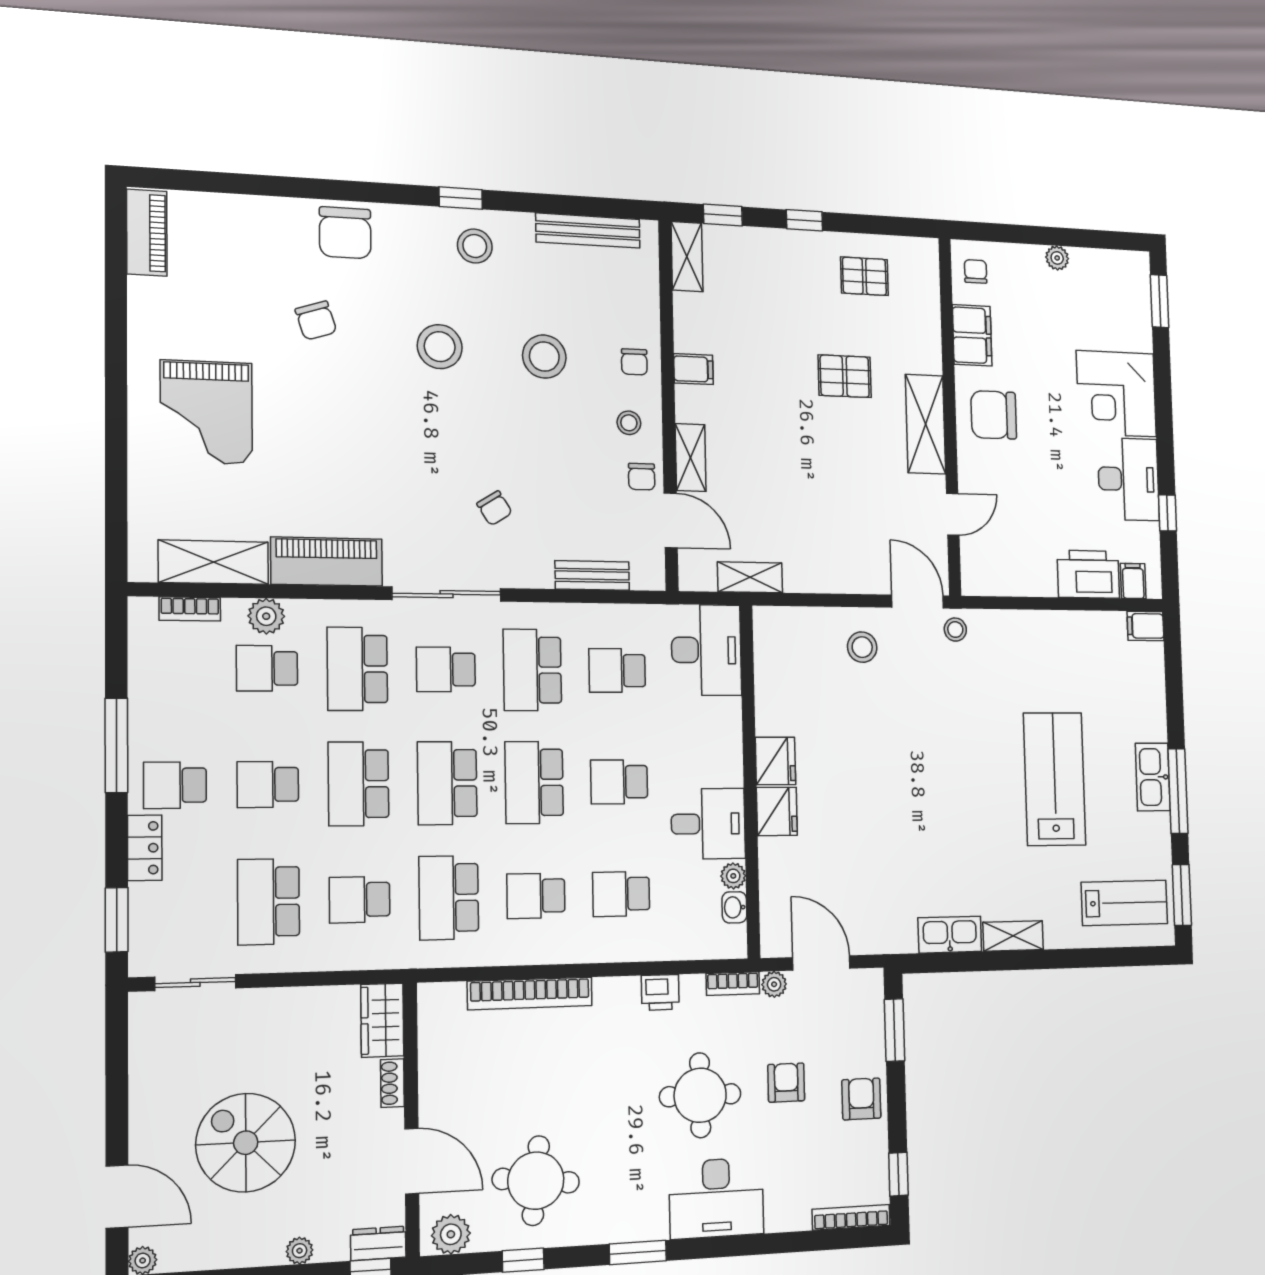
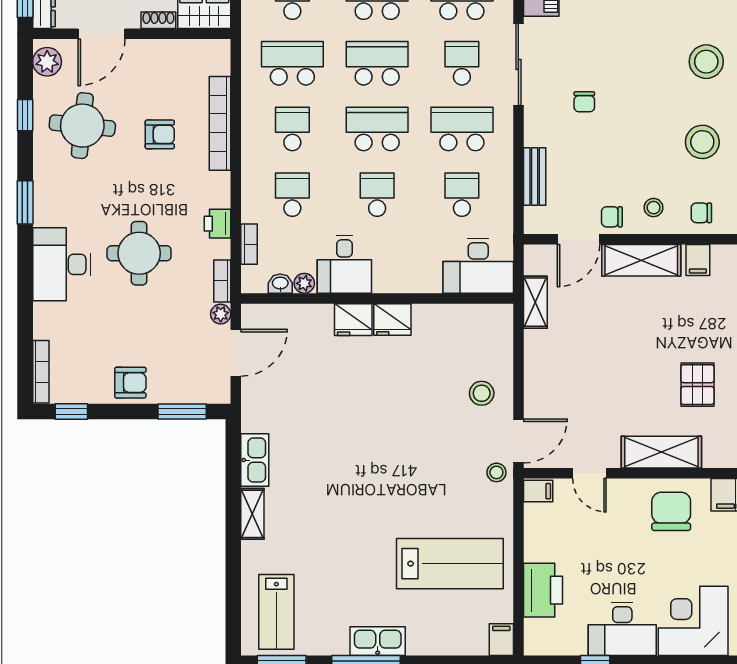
shelving: (691, 458) -> (641, 260), width x1.50, depth x1.33
chair: (495, 508) -> (584, 102), turned -58
filing cabinet: (1133, 581) -> (538, 491), moved
lab bench: (1055, 779) -> (450, 564), moved
bookcase: (686, 950) -> (249, 244), added
armchair: (786, 1083) -> (160, 134), moved

